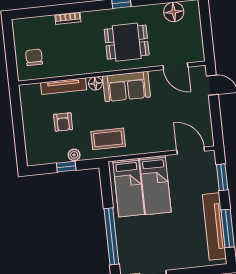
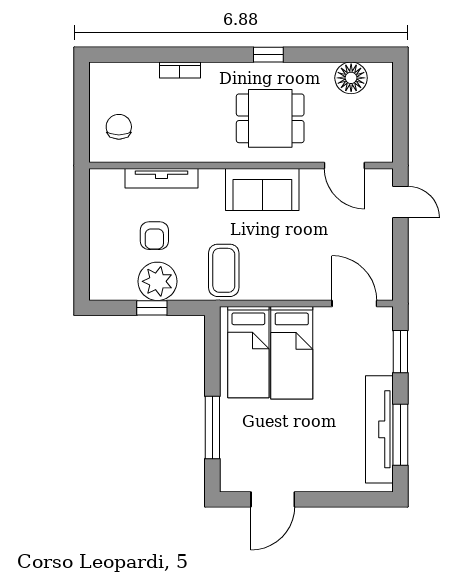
floor lamp: (95, 83) -> (213, 179), removed
coffee table: (108, 139) -> (224, 270), turned 90
plant: (74, 155) -> (157, 281), width x1.88, depth x1.88
window: (111, 236) -> (212, 428), width x0.68

